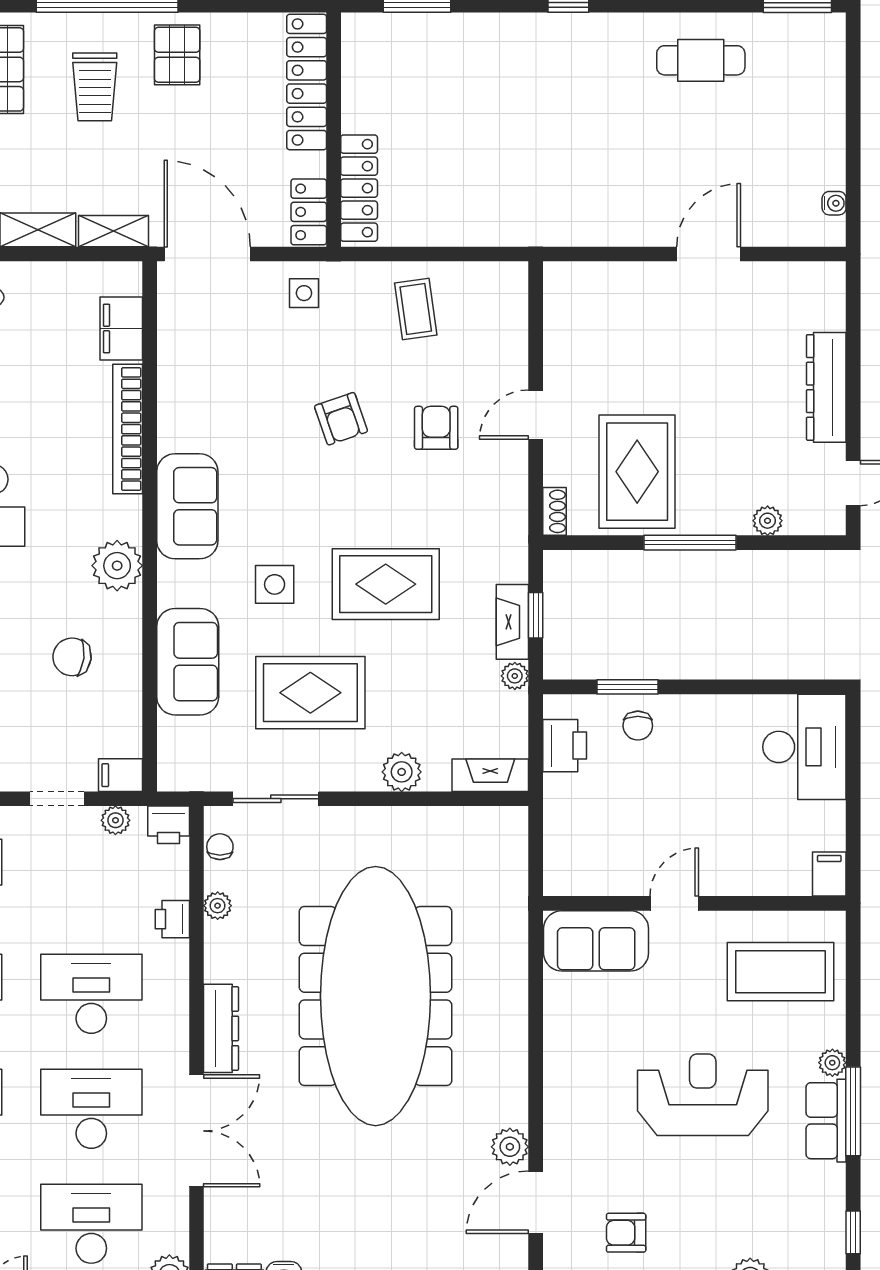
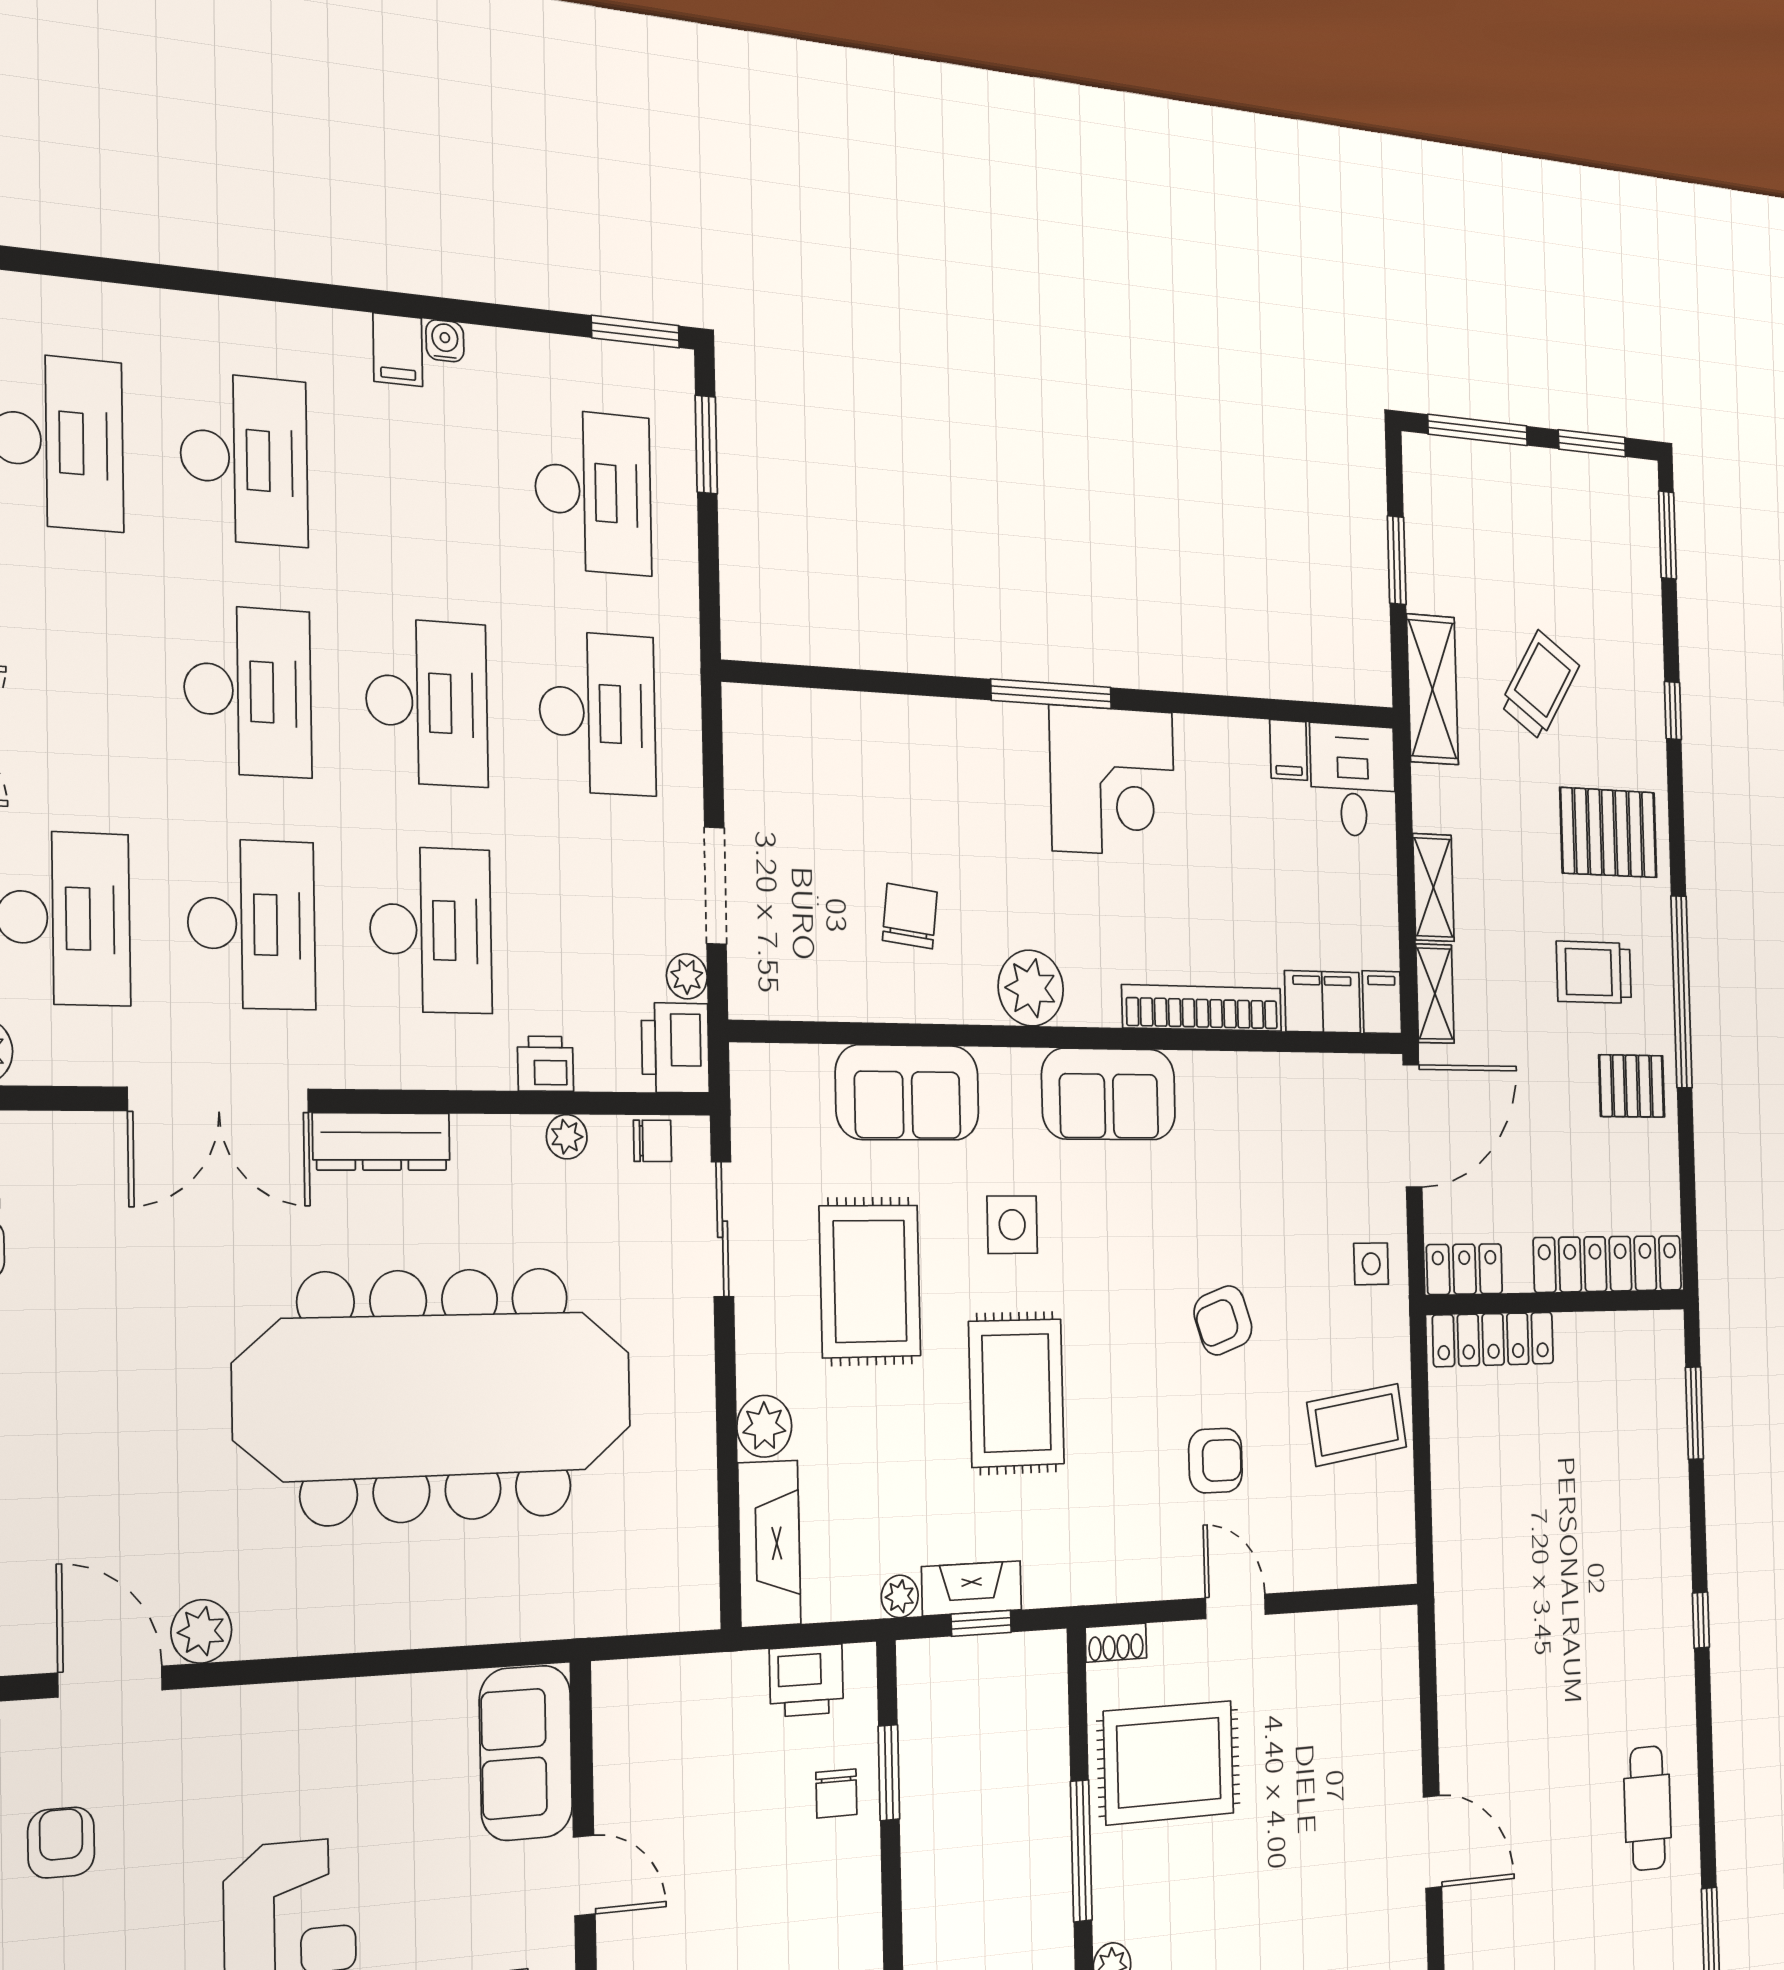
coffee table: (416, 309) -> (1357, 1425), width x1.36, depth x1.30
chair: (638, 726) -> (836, 1793), turned -90
filing cabinet: (121, 775) -> (1382, 1002), moved
fireplace: (490, 775) -> (769, 1544), width x1.37, depth x1.32
doorway: (57, 799) -> (715, 886), width x1.38
printer: (169, 825) -> (675, 1048), width x1.36, depth x1.24

